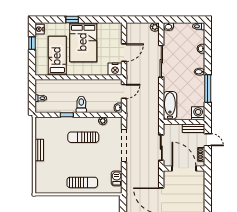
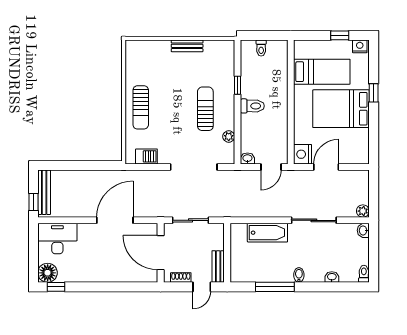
door: (124, 53) -> (326, 167), swing flipped
door: (124, 91) -> (271, 167), hinge flipped
bathtub: (170, 105) -> (267, 233), moved
washing machine: (198, 113) -> (240, 273), removed
door: (184, 168) -> (161, 253), swing flipped

